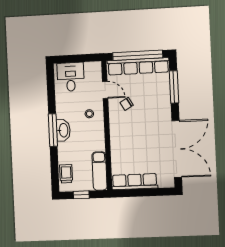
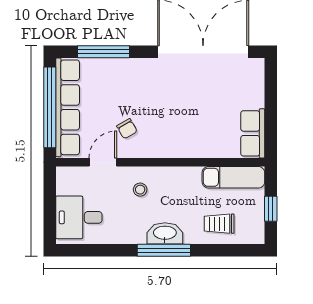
trolley: (66, 174) -> (219, 224), moved
row of seats: (135, 182) -> (253, 133), width x0.68

